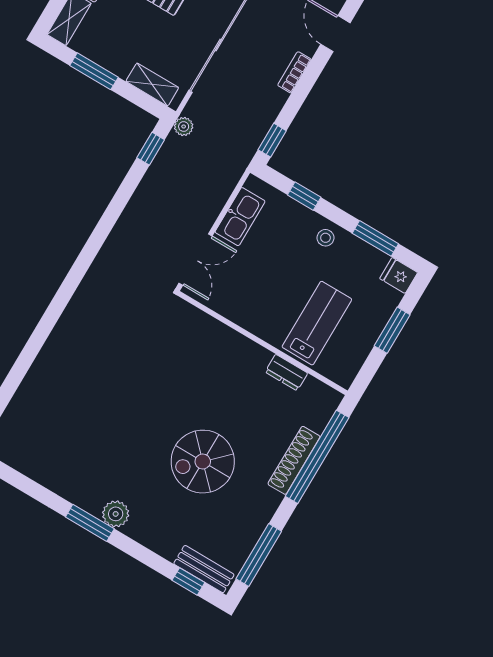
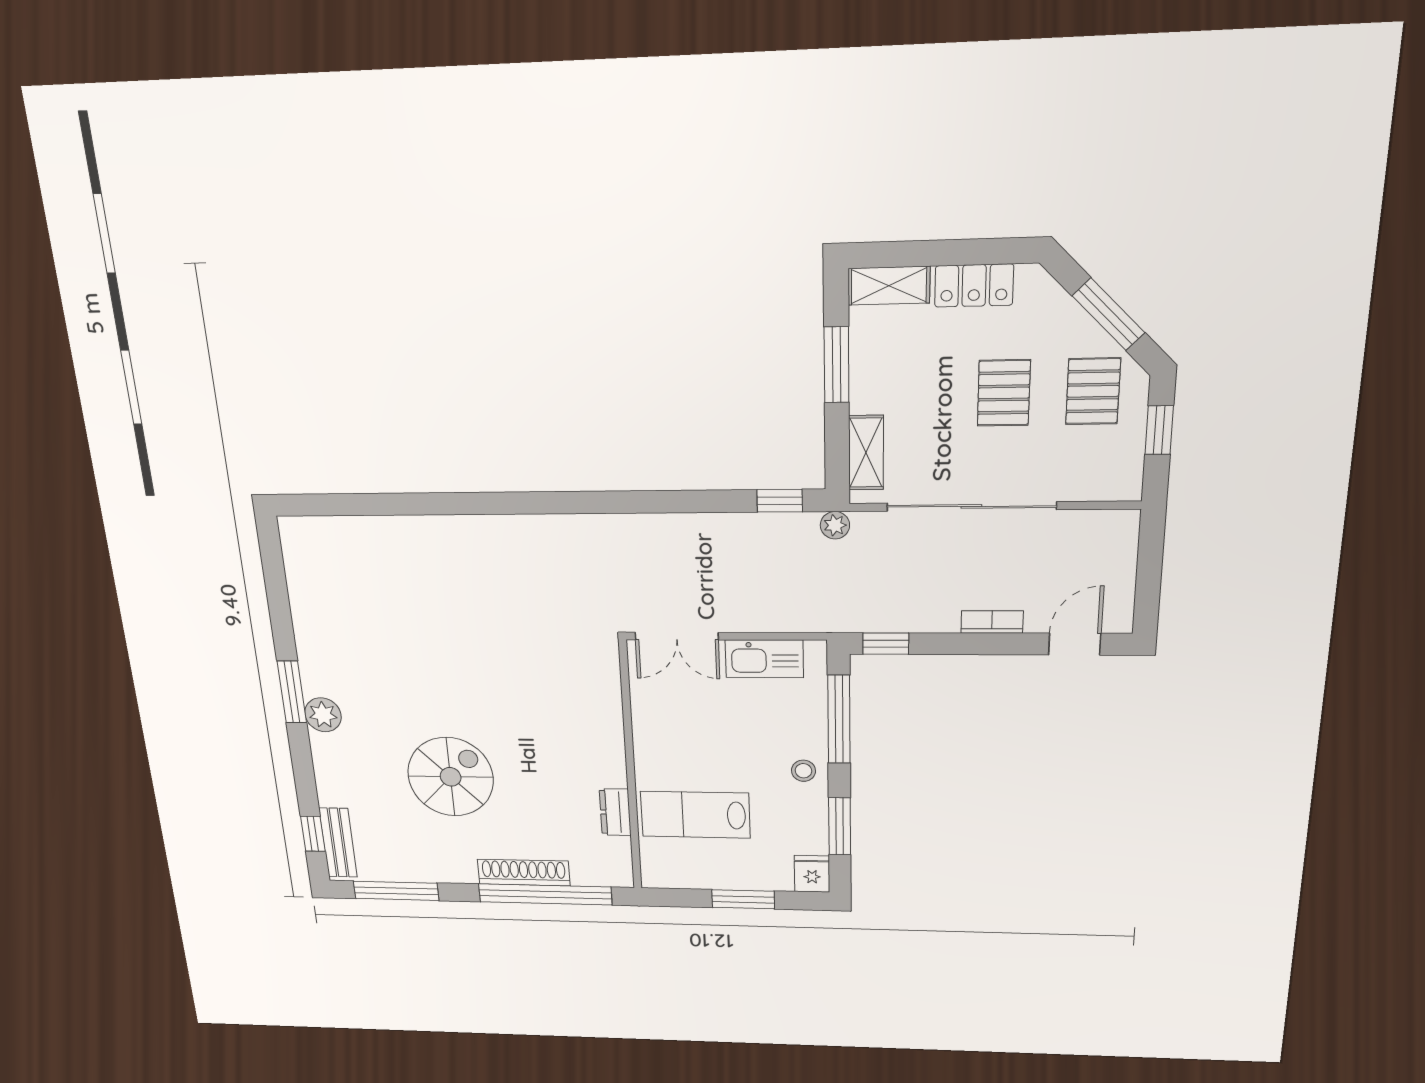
window: (304, 196) -> (839, 719), width x2.17
lab bench: (317, 323) -> (695, 815), turned 180
spiral stairs: (203, 462) -> (451, 777), turned 90

